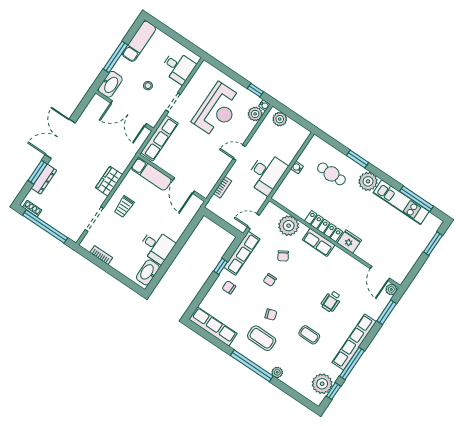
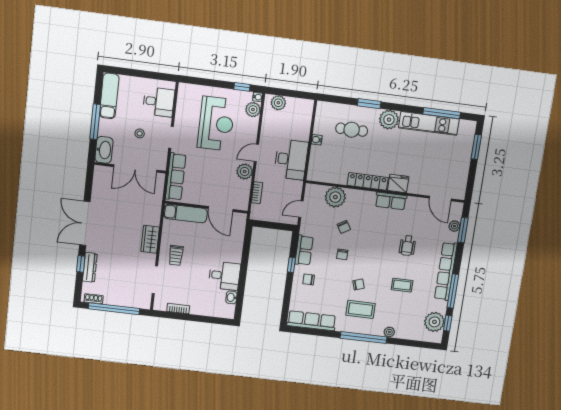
plant: (221, 163) -> (245, 171), added
window: (38, 172) -> (81, 264), width x0.67
row of seats: (319, 242) -> (391, 201), moved
row of seats: (242, 253) -> (304, 250), width x0.68
washbasin: (148, 272) -> (231, 297), width x0.52, depth x0.69
plant: (391, 289) -> (454, 226), moved

